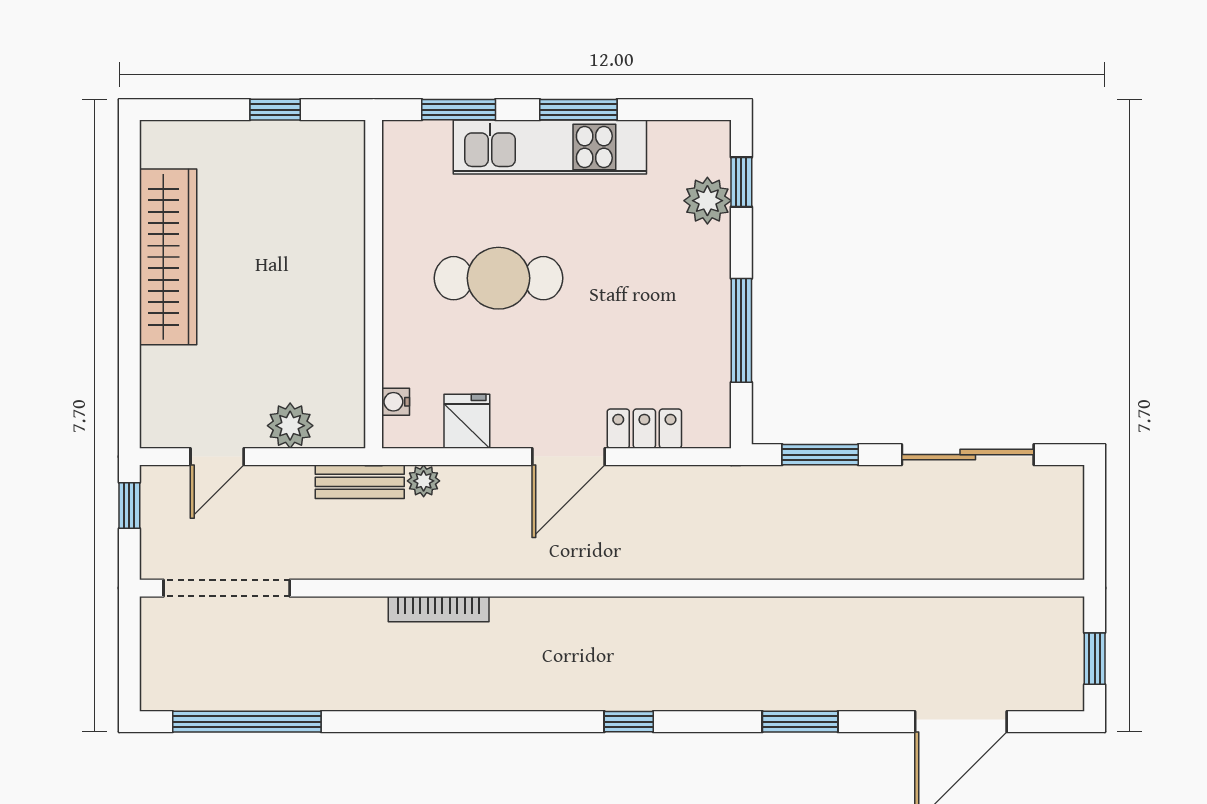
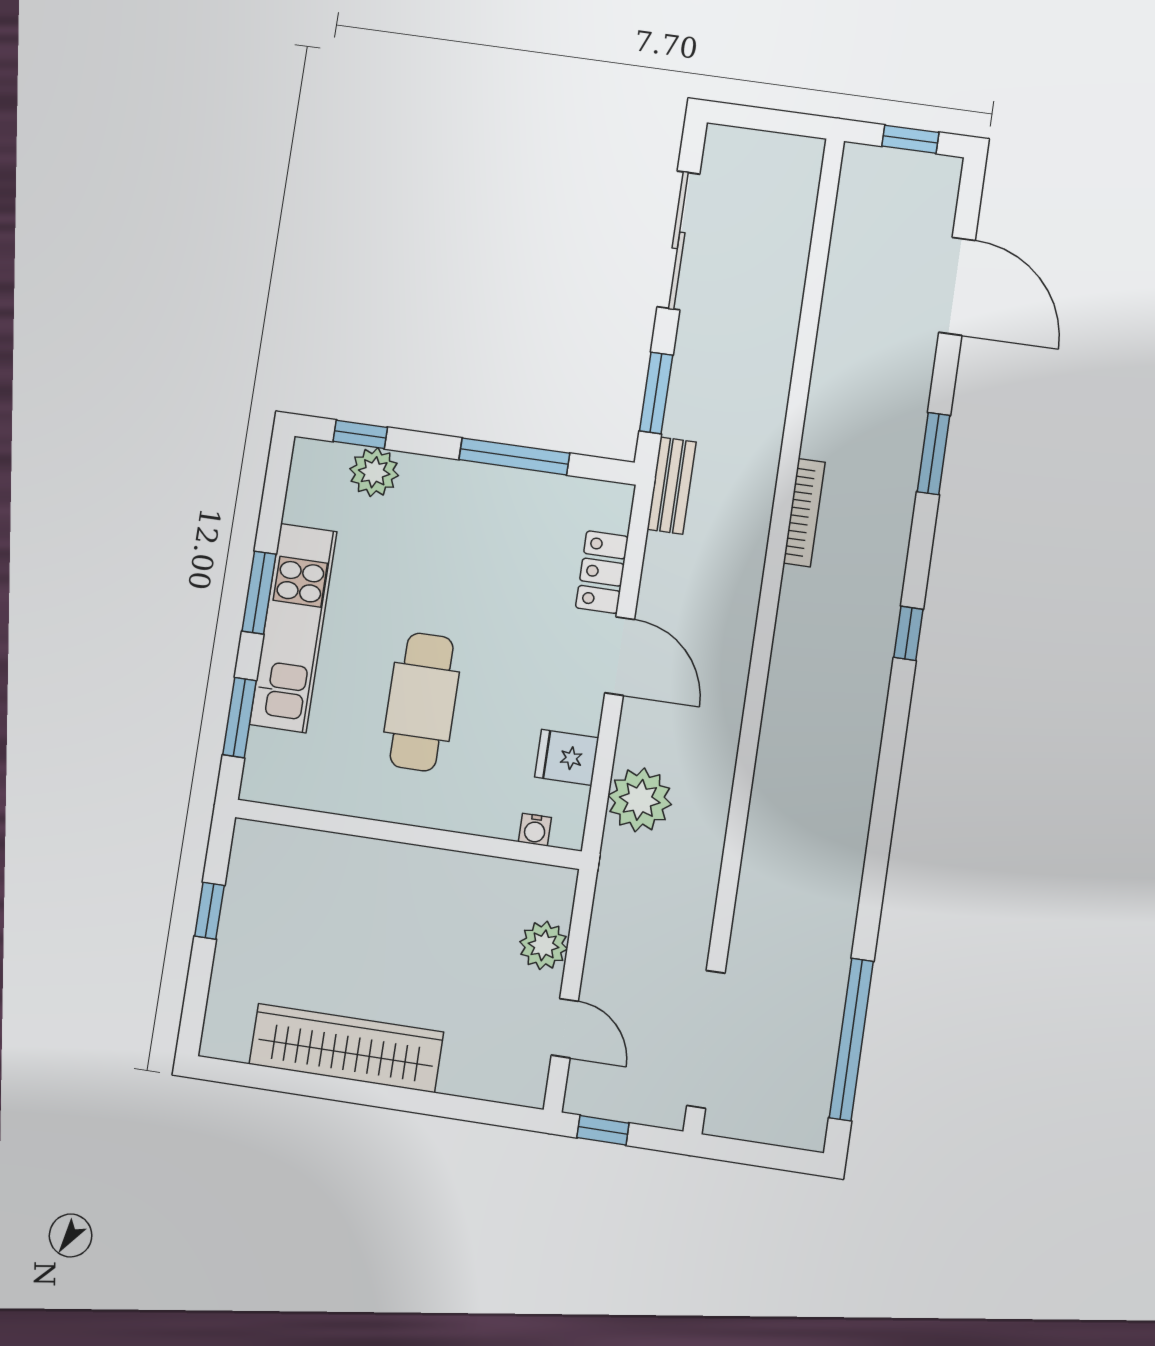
plant: (424, 481) -> (640, 800), width x1.87, depth x1.87
bench: (360, 482) -> (672, 486), moved
bookcase: (439, 609) -> (804, 513), moved

